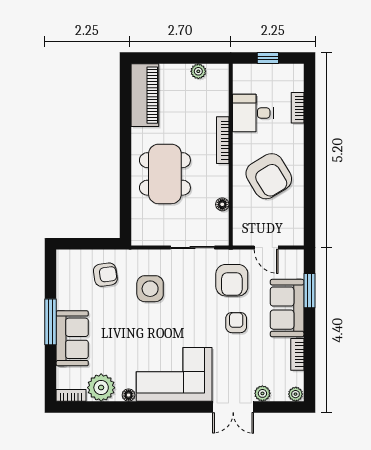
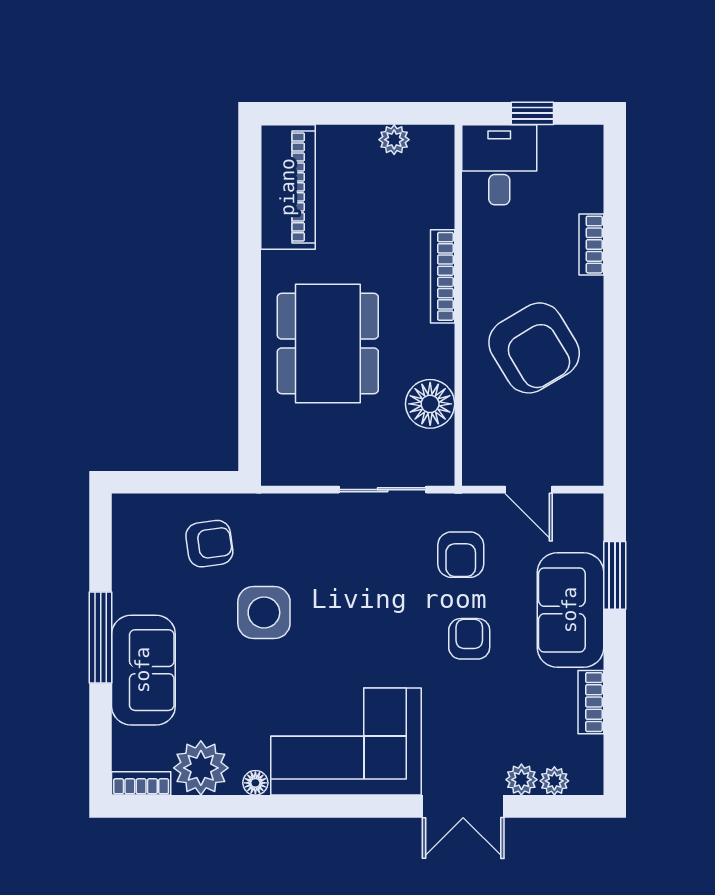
bookcase: (298, 108) -> (591, 245), moved
desk: (253, 113) -> (499, 165), moved, turned 90
floor lamp: (222, 204) -> (430, 404), width x1.89, depth x1.89
armchair: (232, 280) -> (461, 555), width x0.72, depth x0.72
side table: (150, 289) -> (264, 613), moved
plant: (296, 394) -> (554, 781), moved

